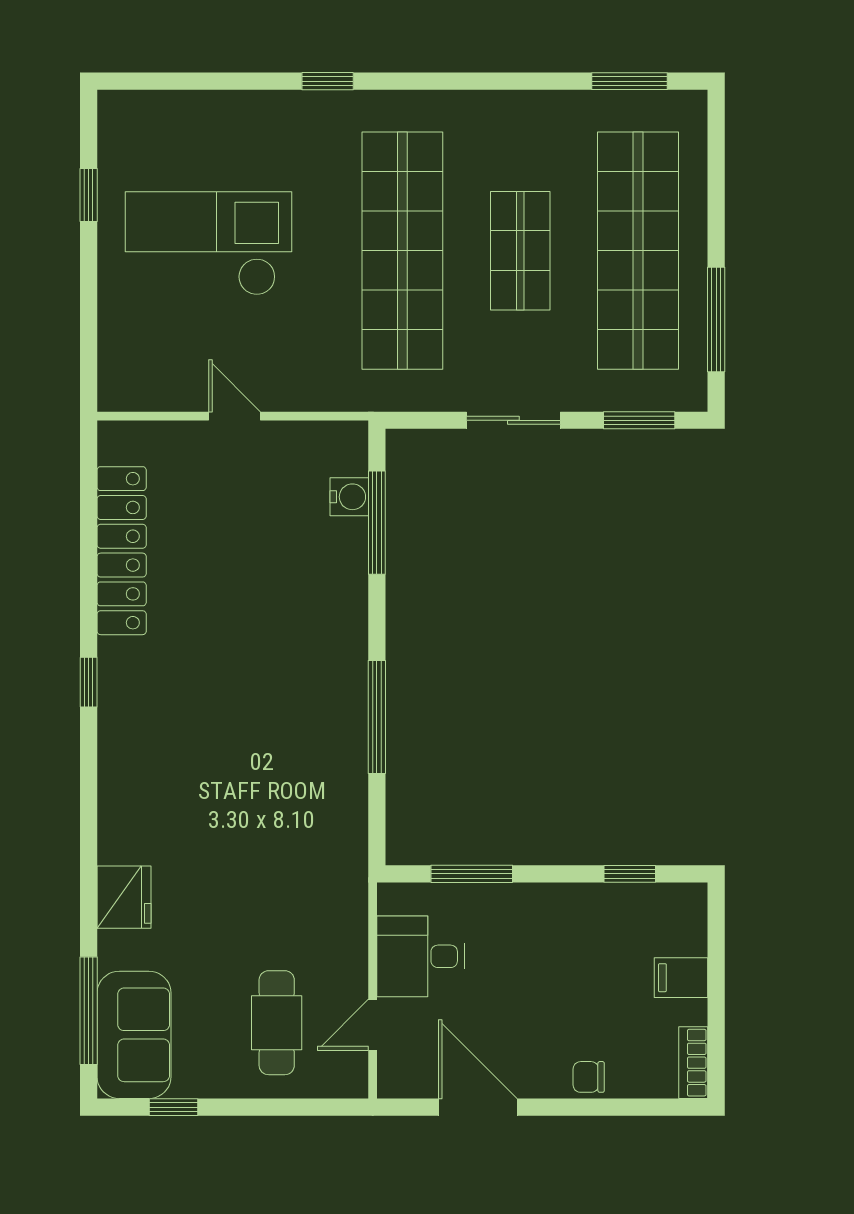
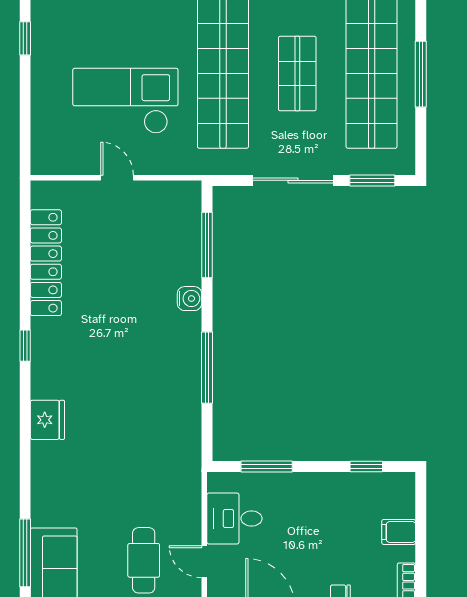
checkout: (209, 244) -> (125, 101), moved
window: (716, 320) -> (421, 74), moved
sliding door: (513, 420) -> (293, 180), width x1.37
water cooler: (349, 497) -> (190, 299), moved
fridge: (124, 897) -> (47, 420), moved
door: (373, 1025) -> (204, 562), hinge flipped

